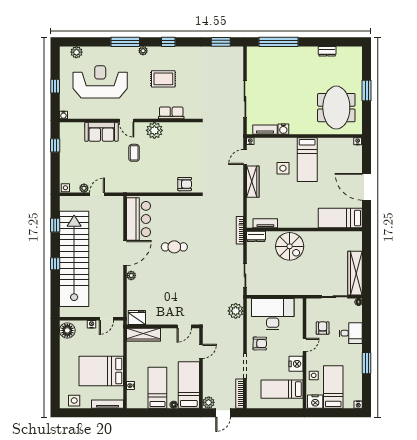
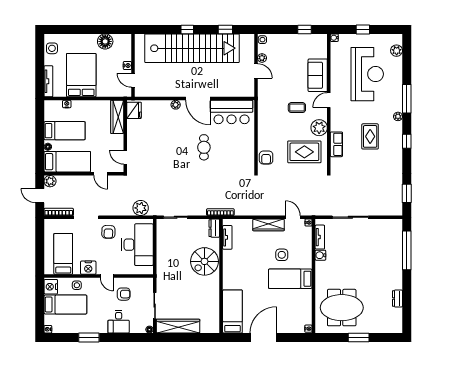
rug: (179, 145) -> (304, 152), added
floor lamp: (67, 330) -> (105, 41), moved

